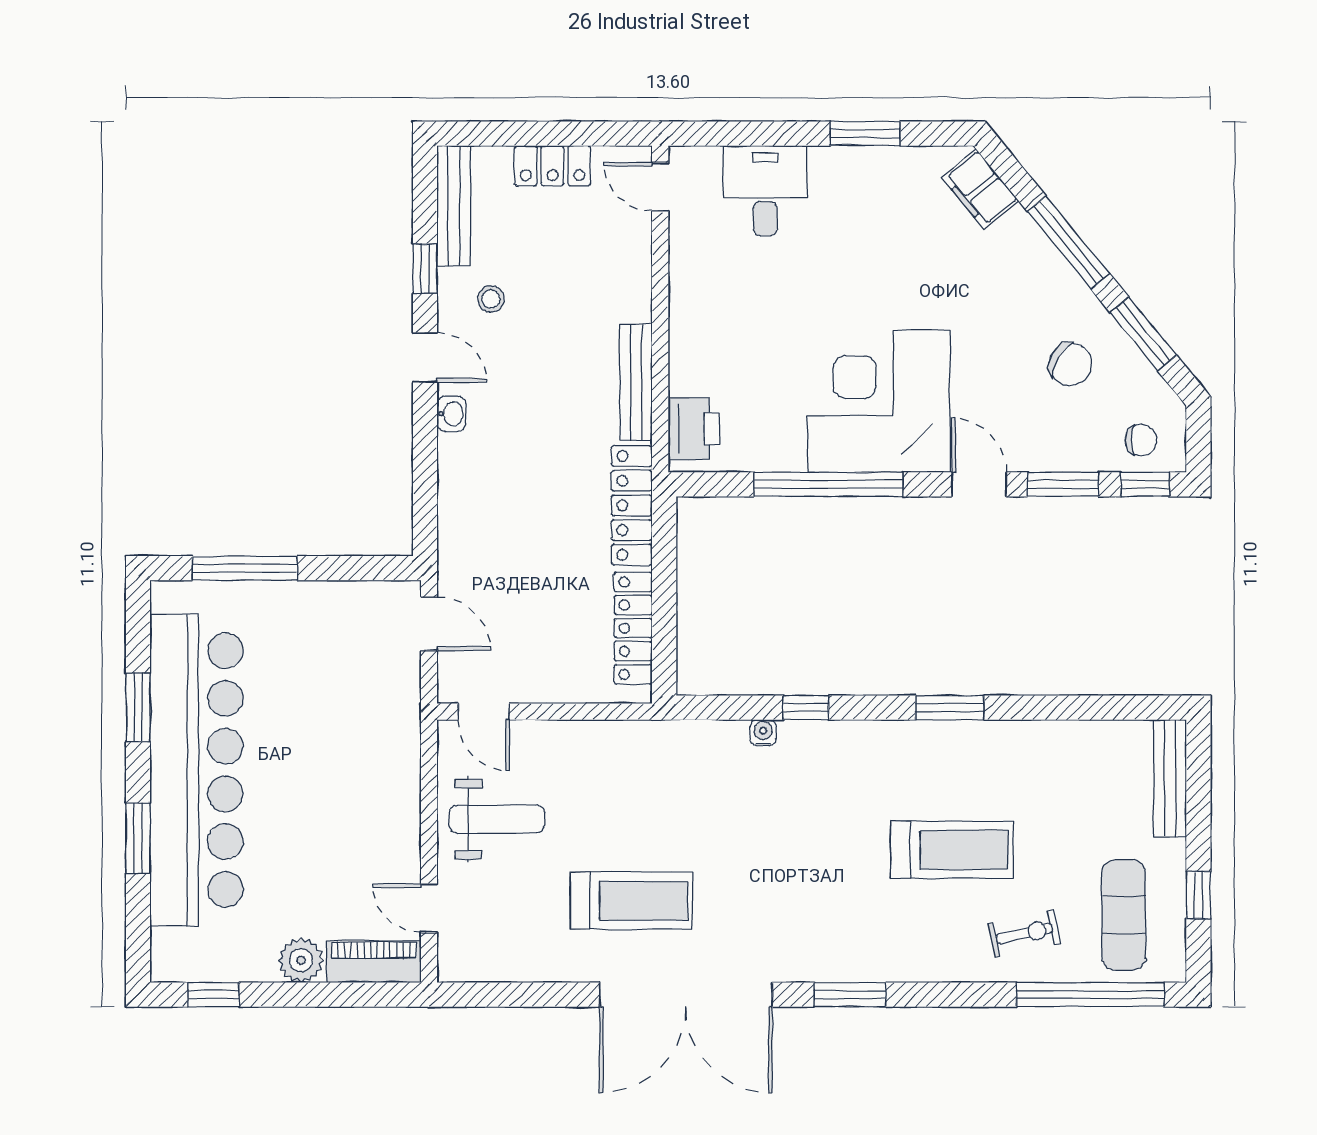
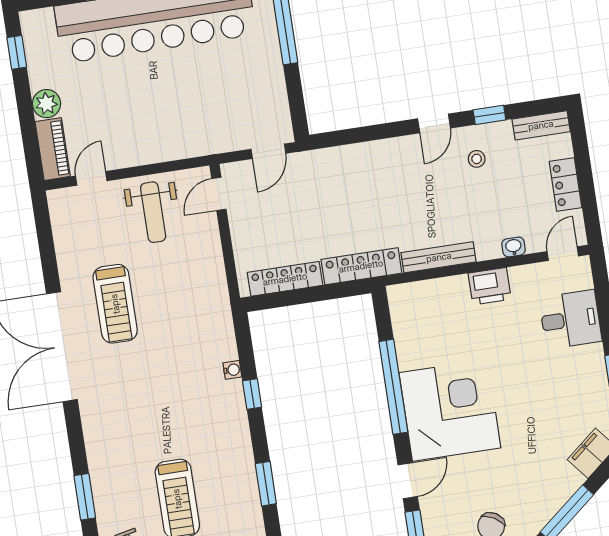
bench: (454, 206) -> (541, 125), width x0.73
washbasin: (451, 414) -> (514, 247), moved, turned 180
printer: (694, 429) -> (490, 286), moved
window: (850, 995) -> (85, 497), moved

